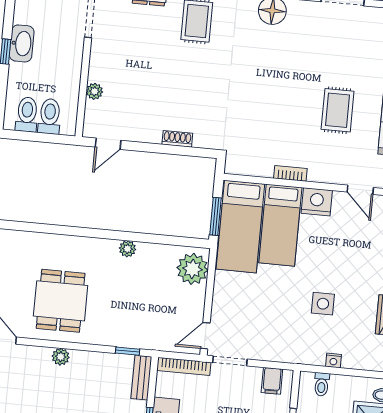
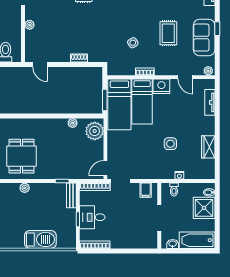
plant: (94, 91) -> (30, 25), moved
side table: (274, 121) -> (133, 43), added
door: (108, 144) -> (40, 65), hinge flipped
plant: (127, 249) -> (73, 123), moved

